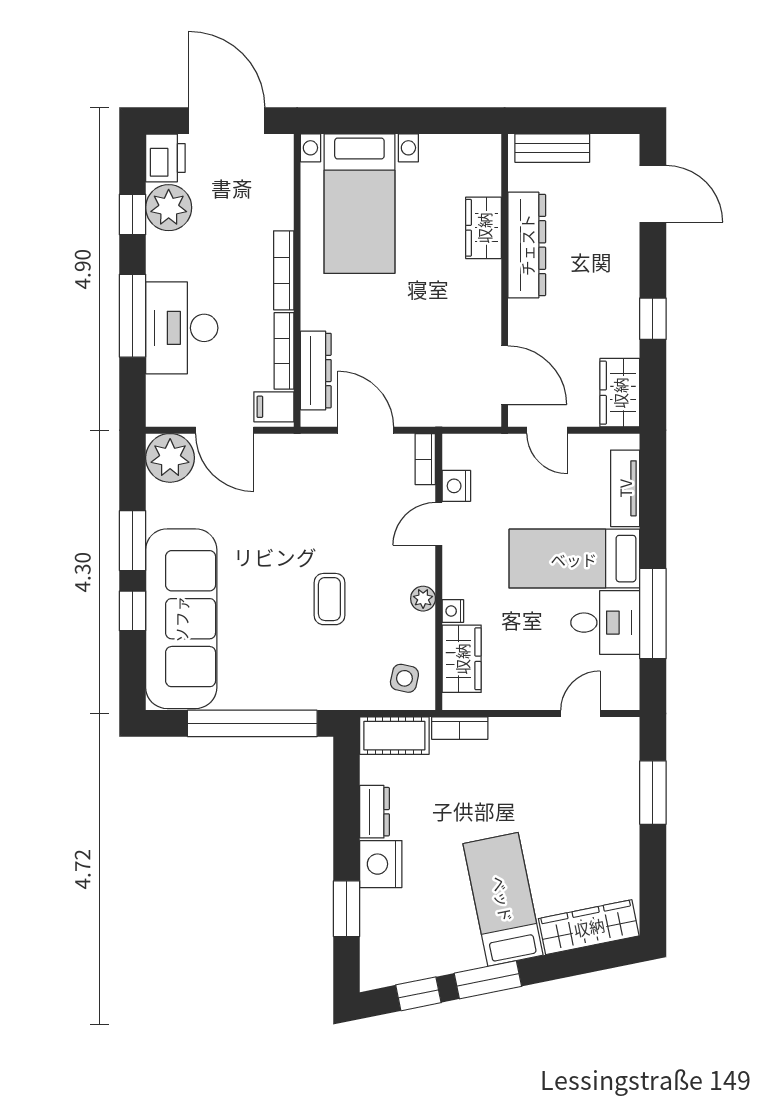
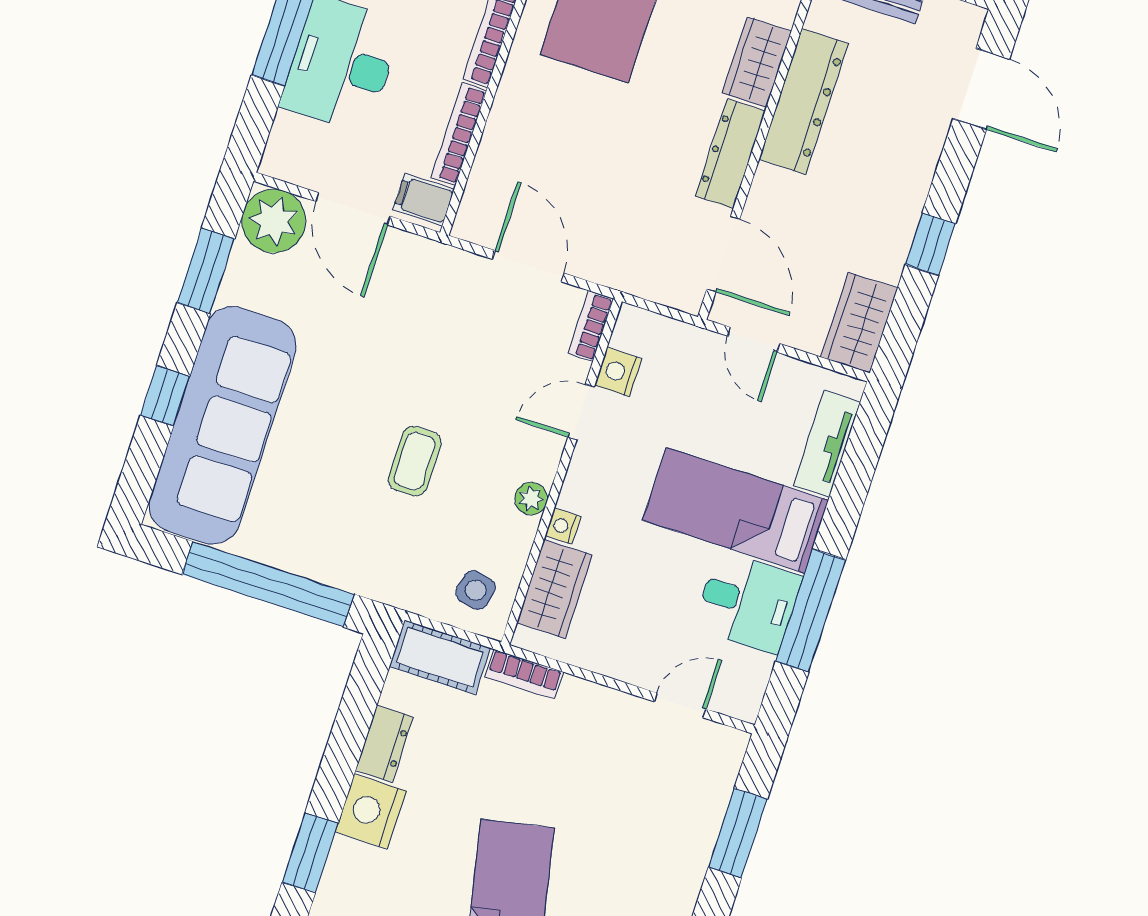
dresser: (316, 371) -> (730, 154), moved, turned 180
window: (132, 541) -> (206, 271), moved

